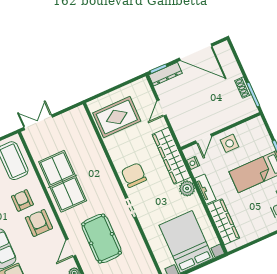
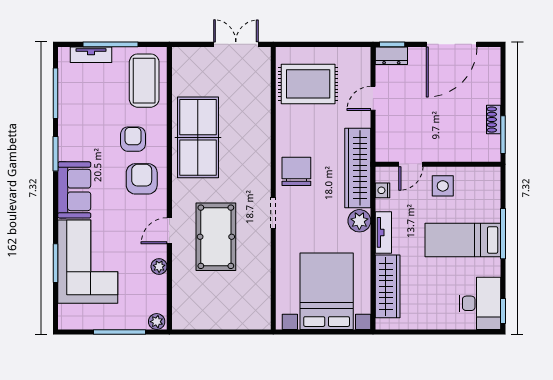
door: (196, 52) -> (452, 44), hinge flipped
dresser: (165, 74) -> (391, 56), width x0.70
double door: (38, 122) -> (236, 44), moved

